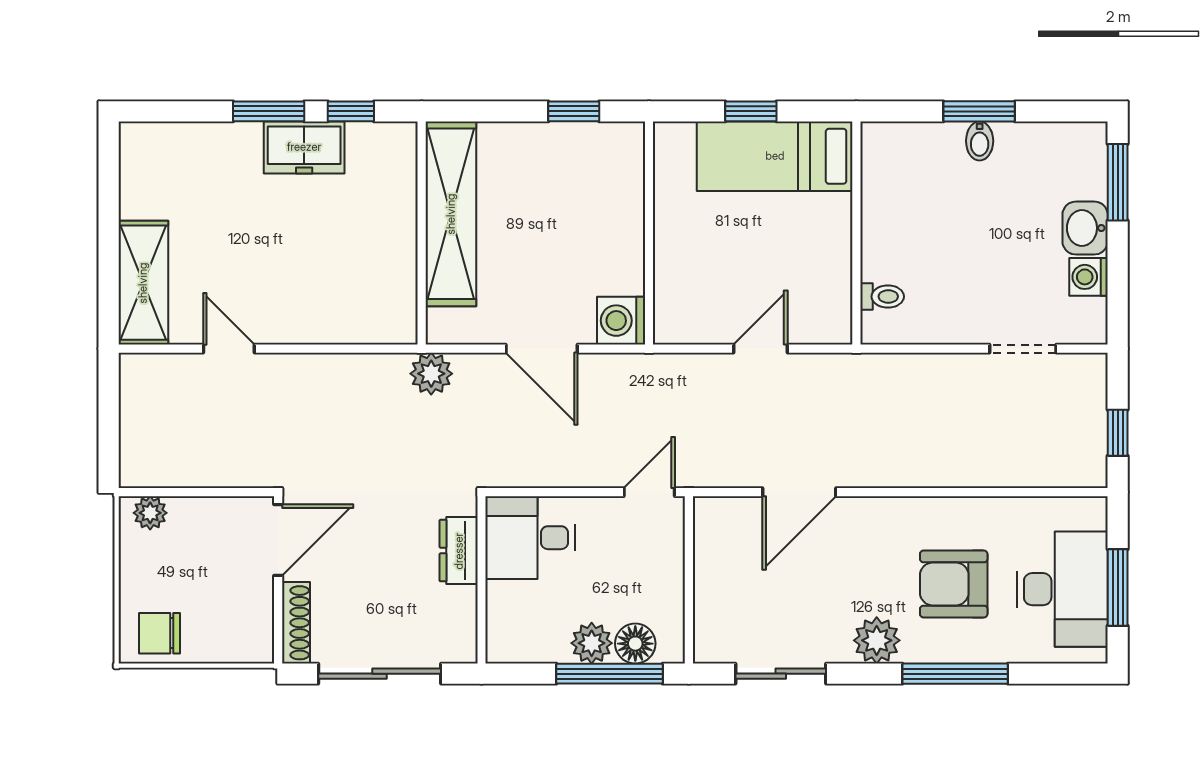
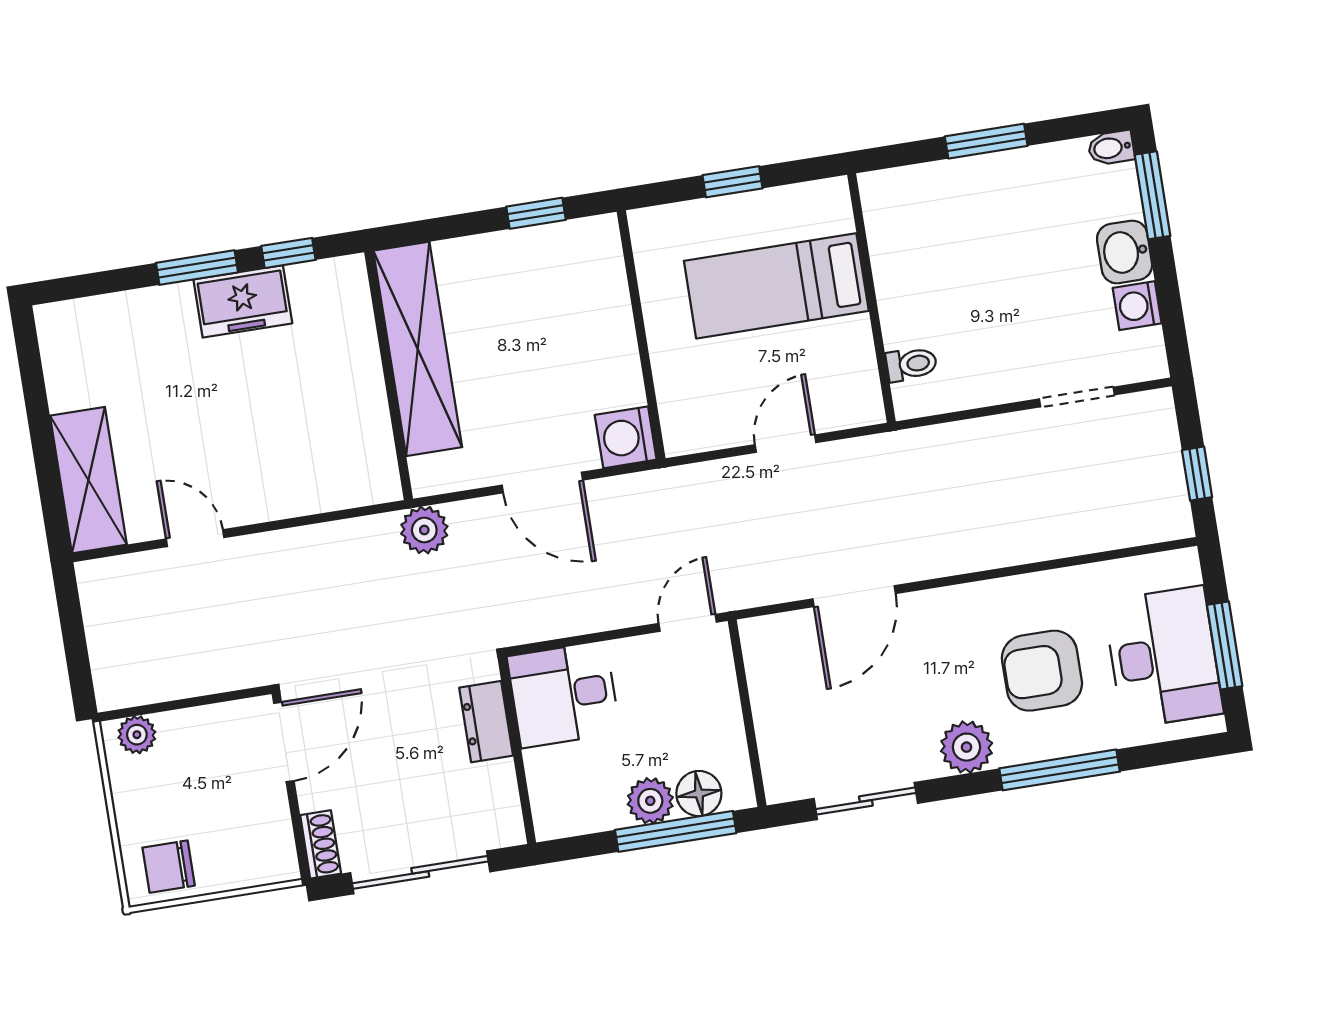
bidet: (980, 141) -> (1111, 148), moved, turned 90
bed: (775, 156) -> (776, 286), moved
shoe rack: (296, 623) -> (321, 844), width x0.70

